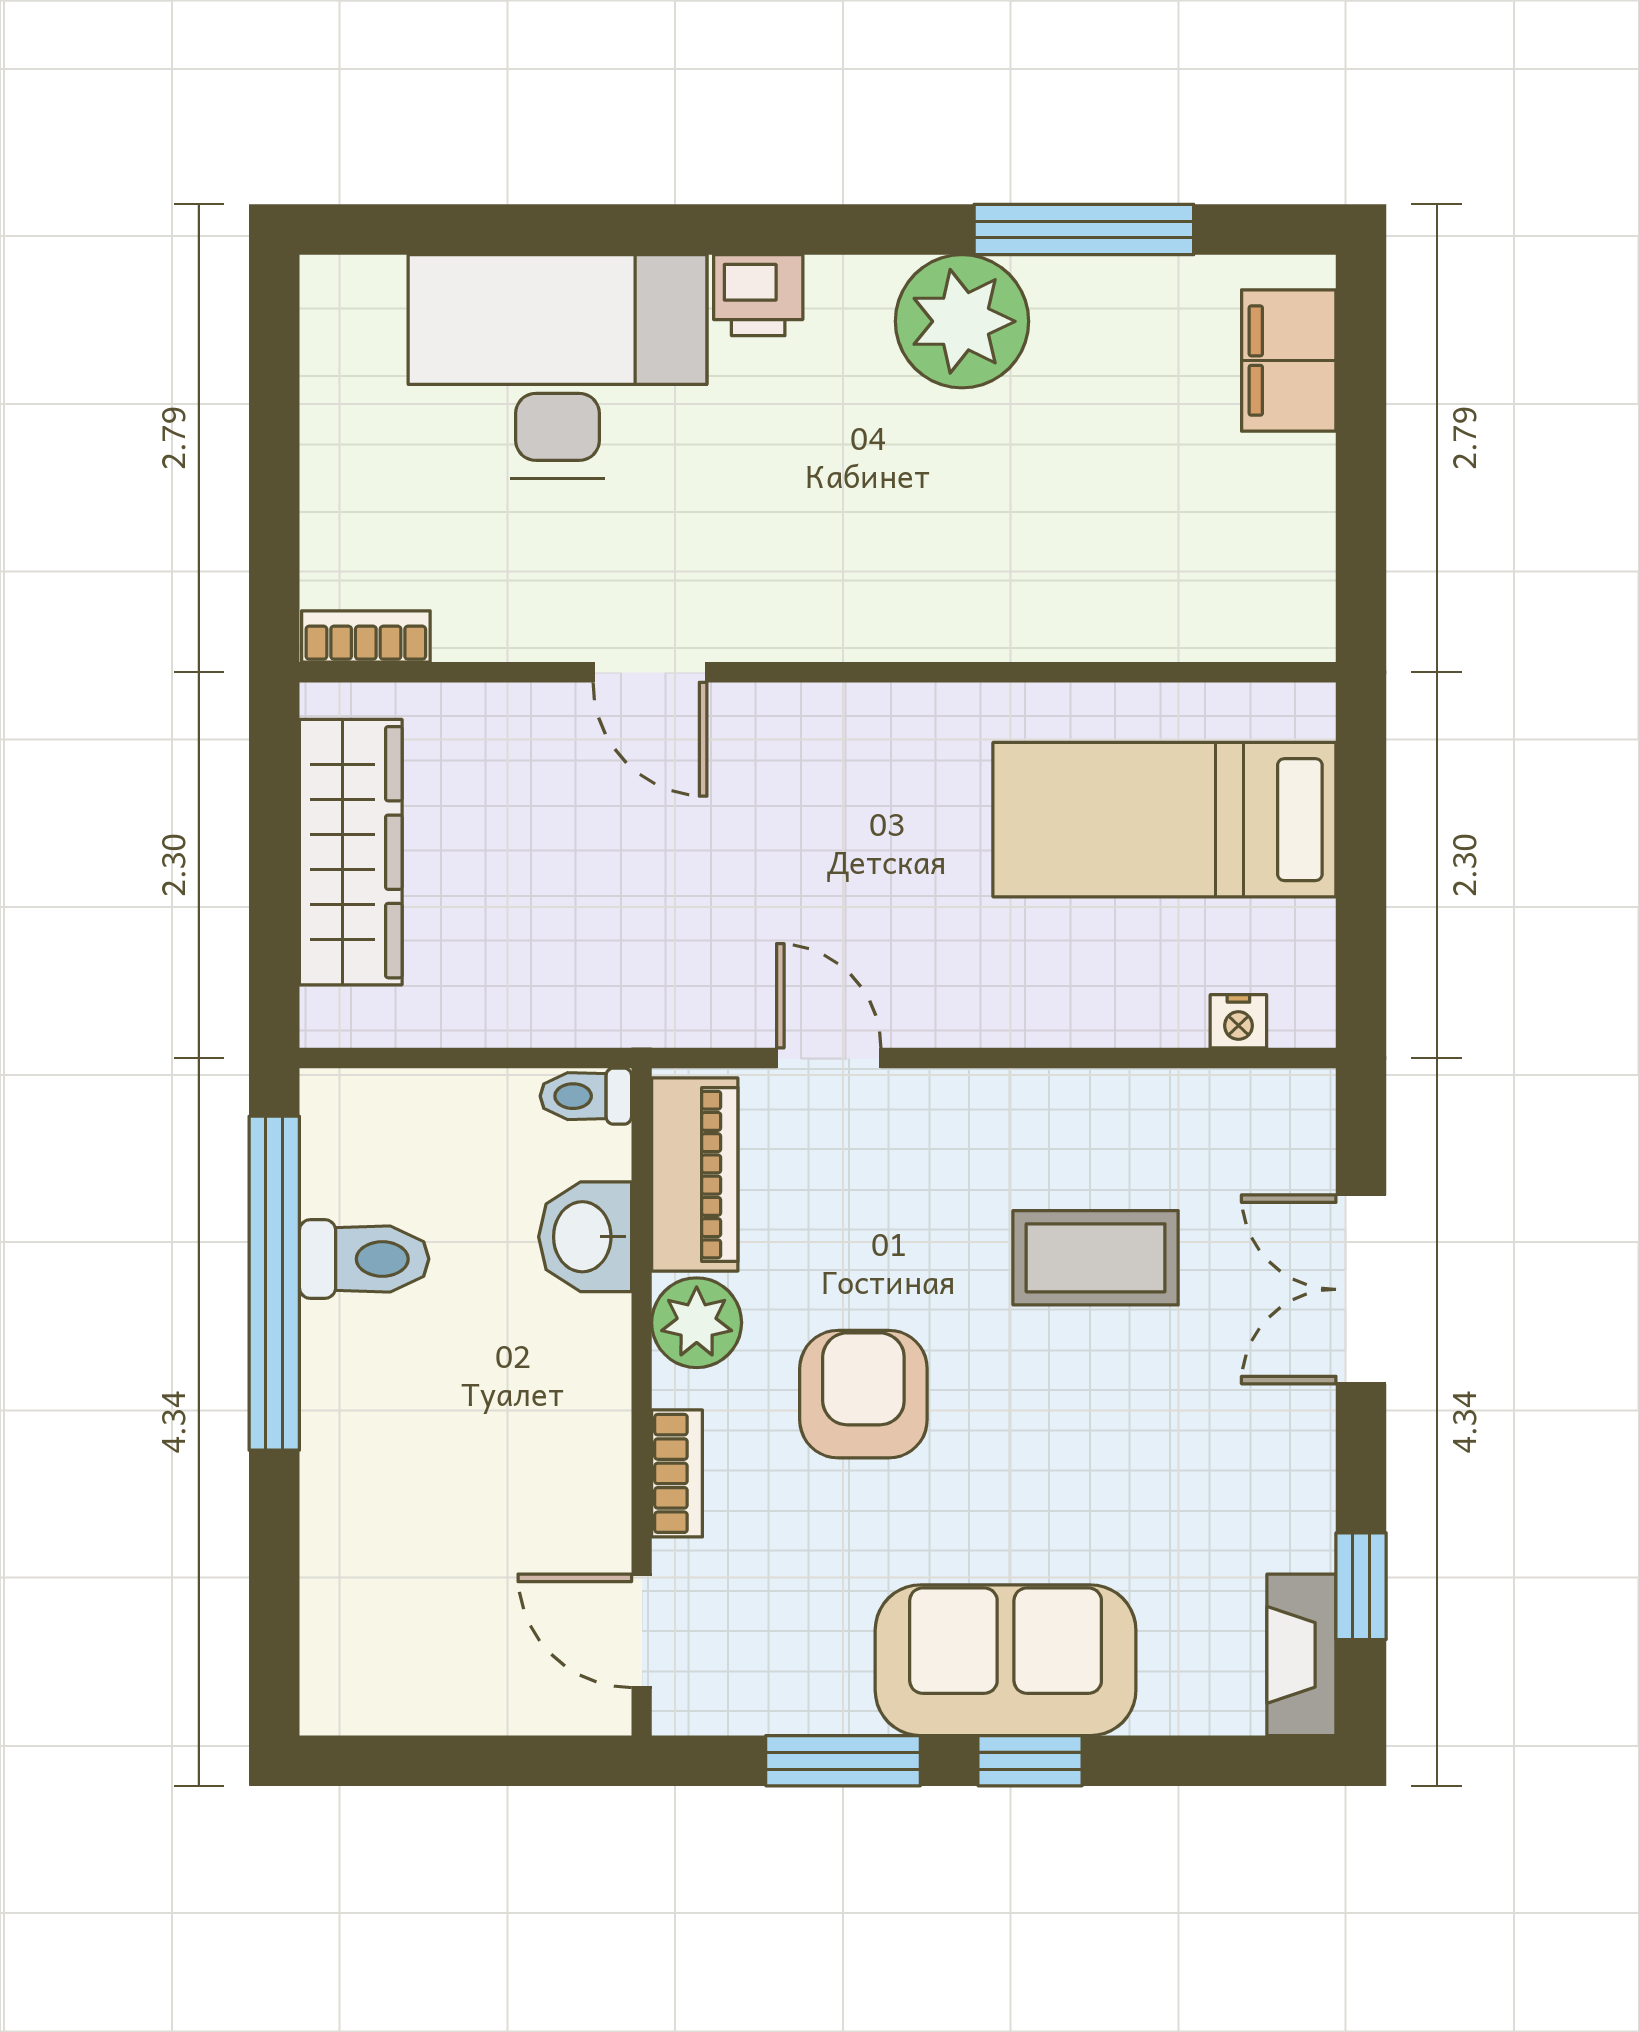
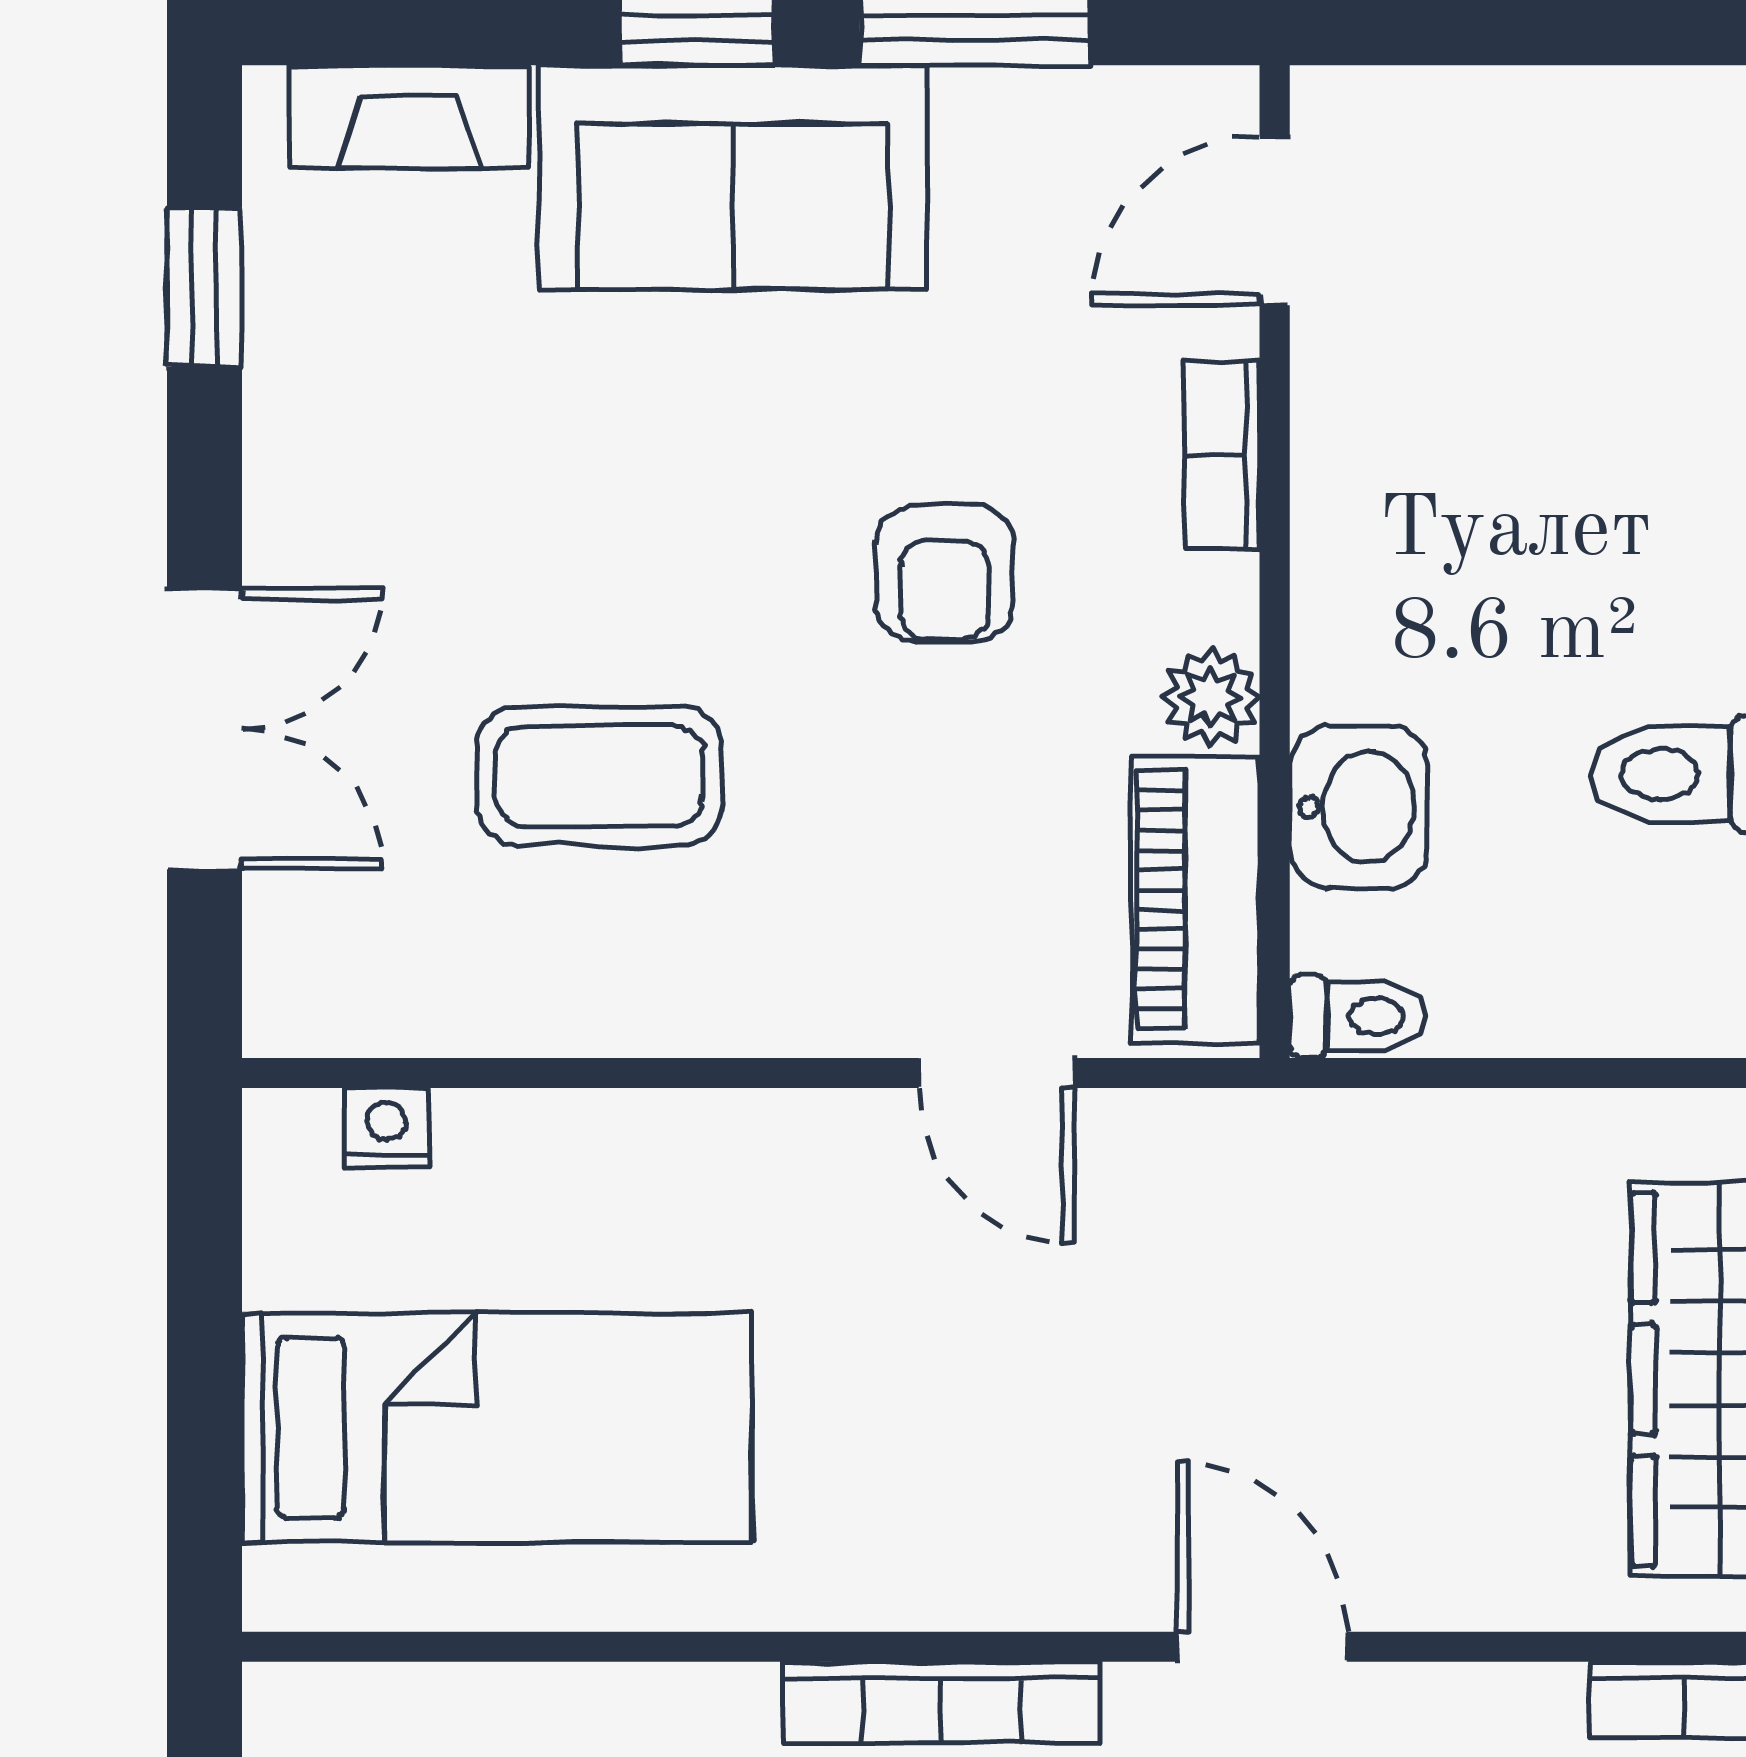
bookcase: (866, 635) -> (941, 1702), added
plant: (697, 1323) -> (1211, 698), width x0.73, depth x0.73
armchair: (863, 1394) -> (945, 573), width x0.72, depth x0.72
door: (642, 1631) -> (1275, 221), swing flipped
fireplace: (1301, 1655) -> (409, 116), moved, turned 90

